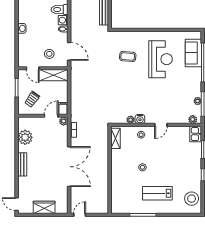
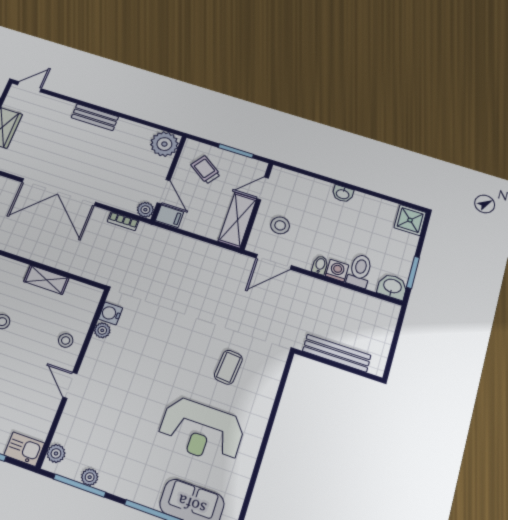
water cooler: (140, 119) -> (110, 313), moved
plant: (25, 137) -> (164, 144), moved
shelving: (115, 138) -> (46, 280), moved

